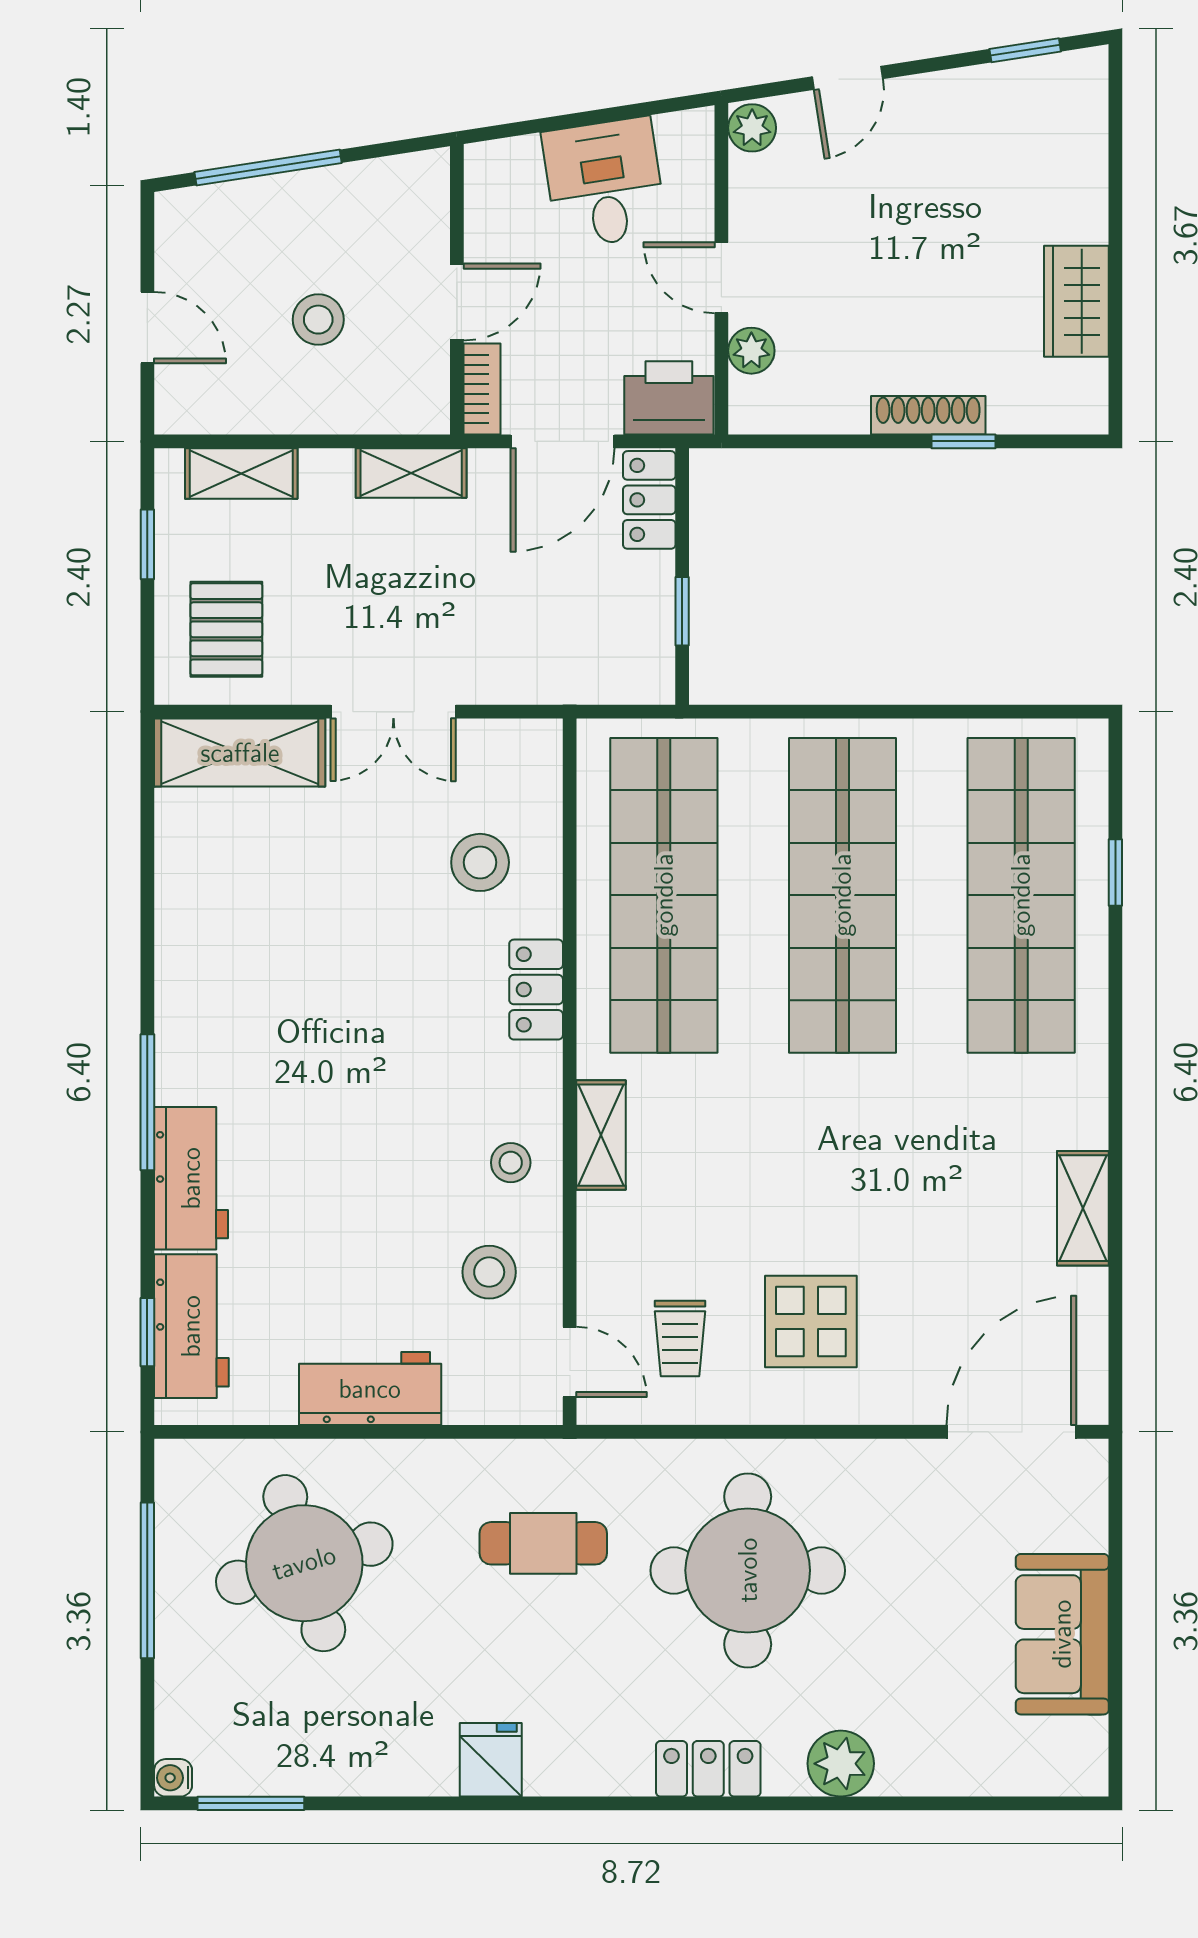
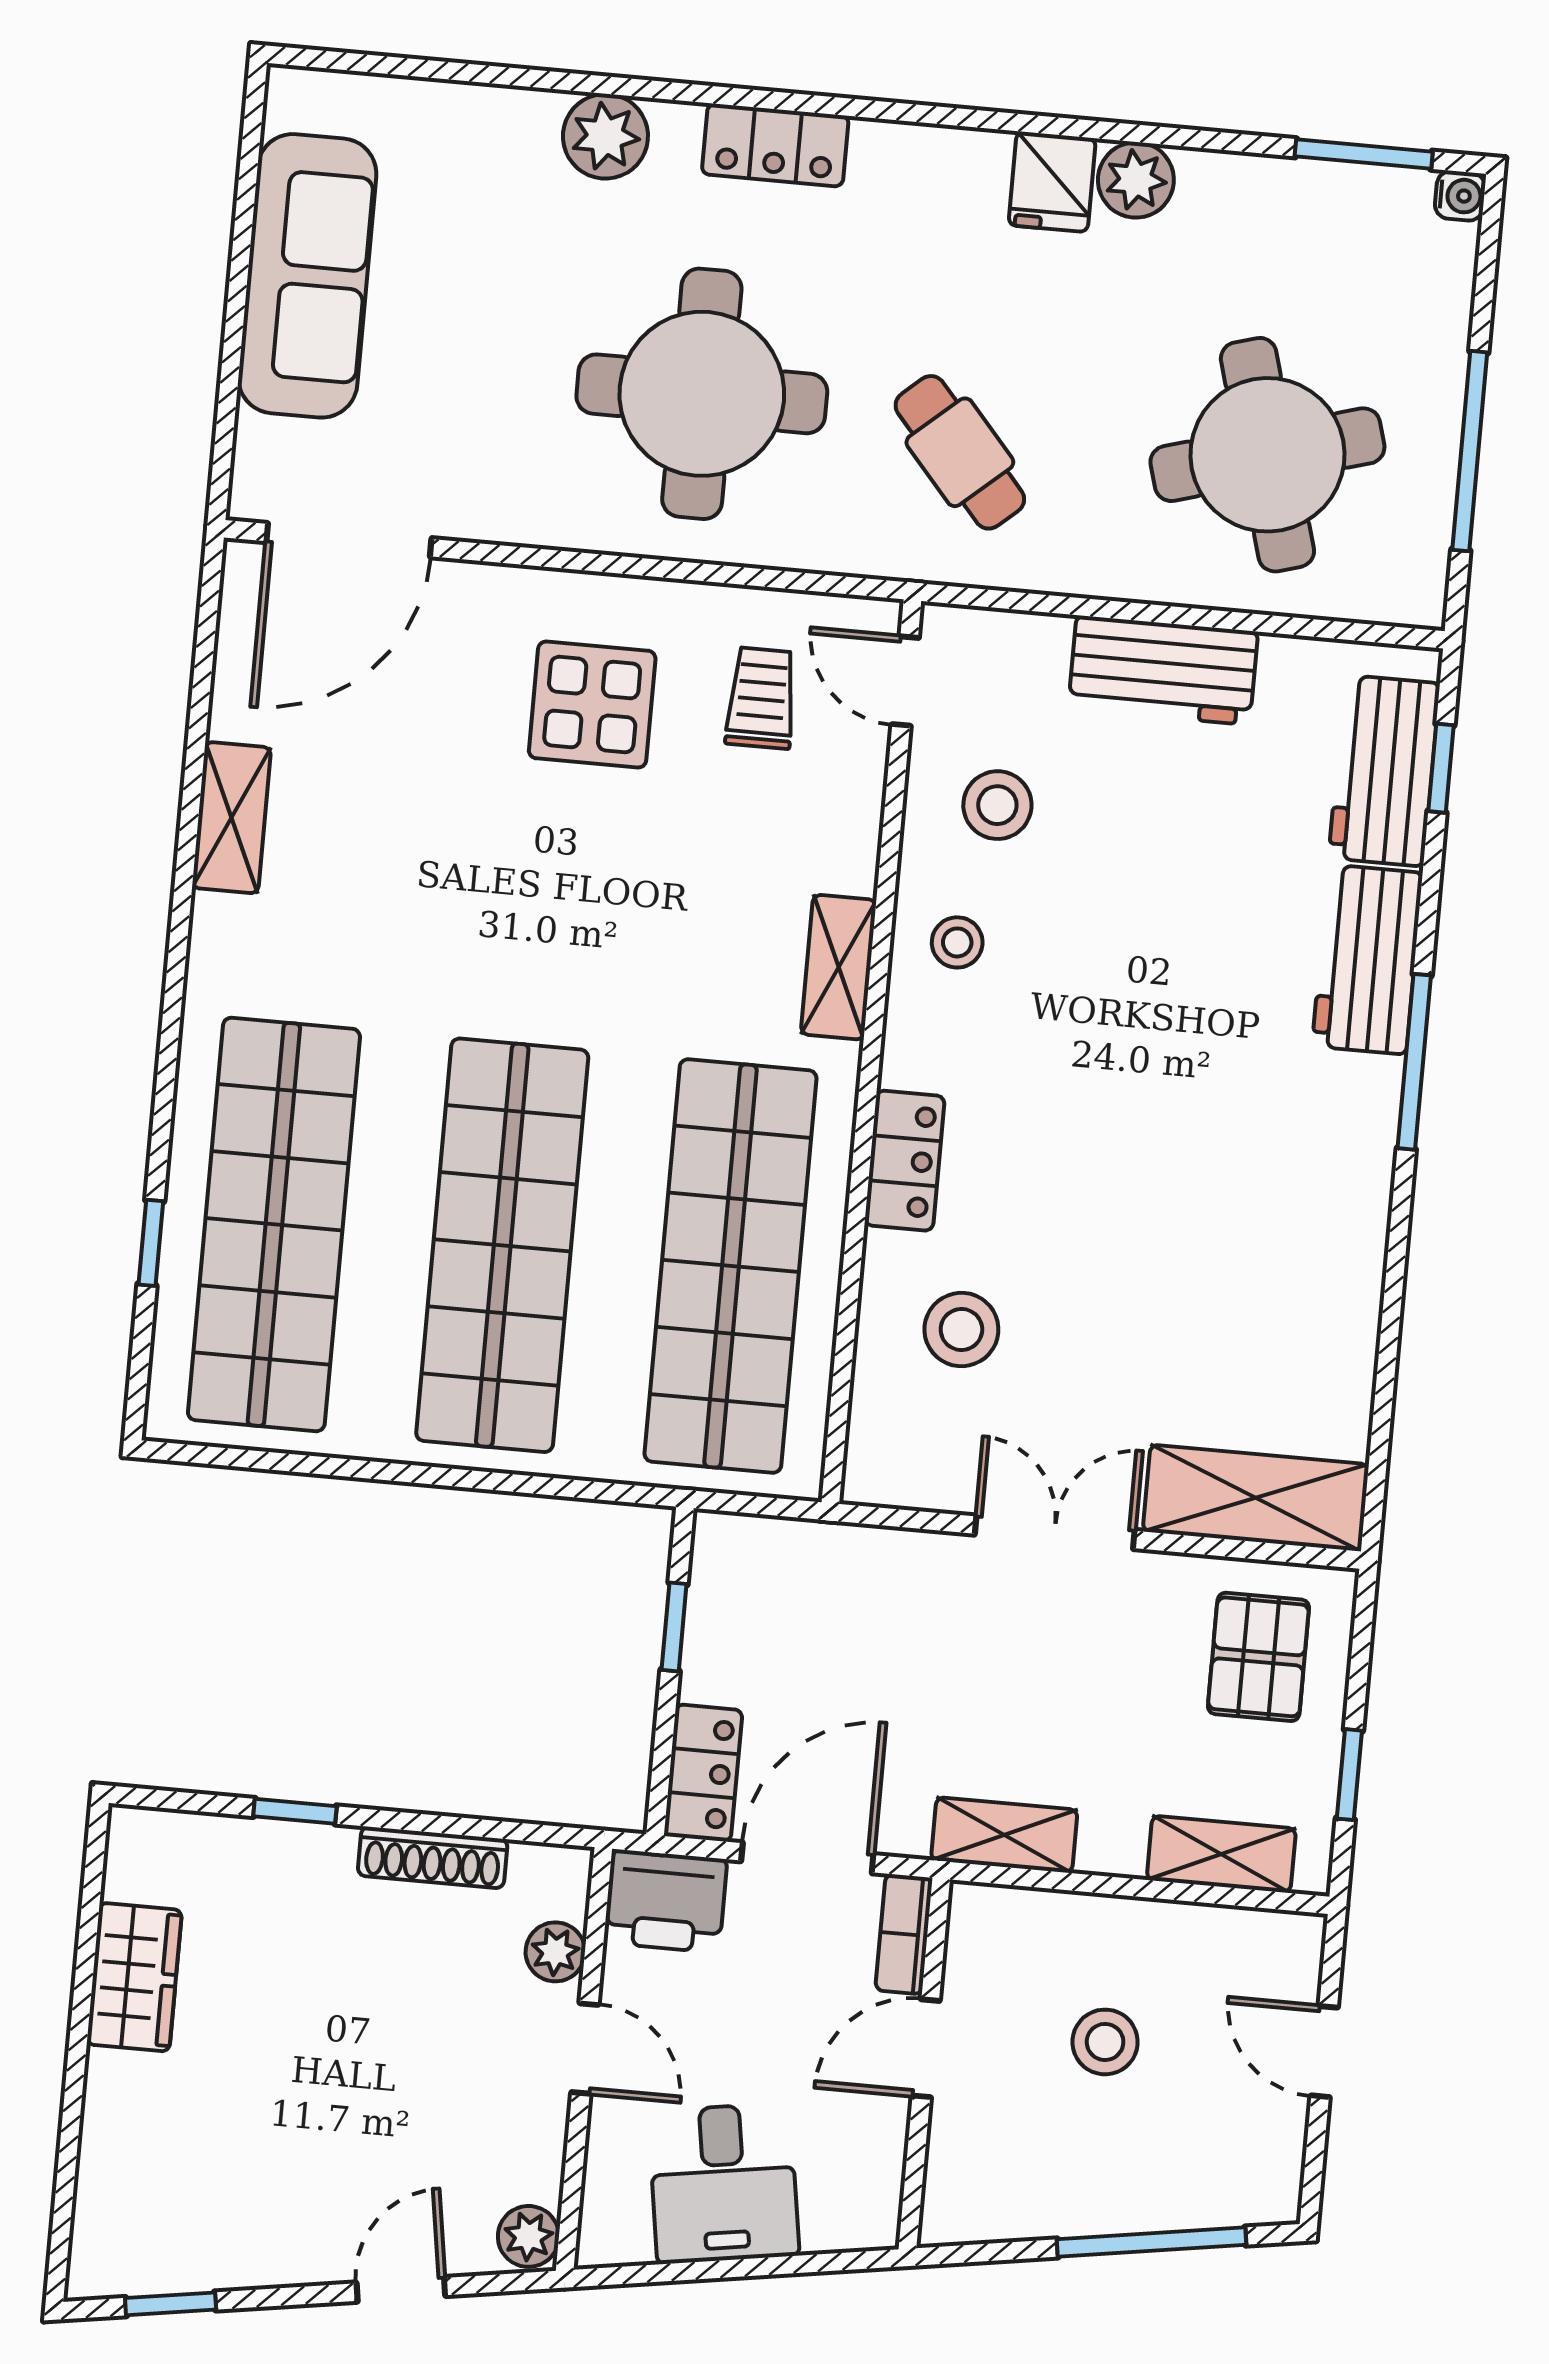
shoe rack: (928, 415) -> (433, 1857), moved
cafe table: (543, 1543) -> (960, 452), turned 49
sofa: (1062, 1634) -> (307, 276), width x1.36
plant: (426, 1767) -> (1136, 180), added

